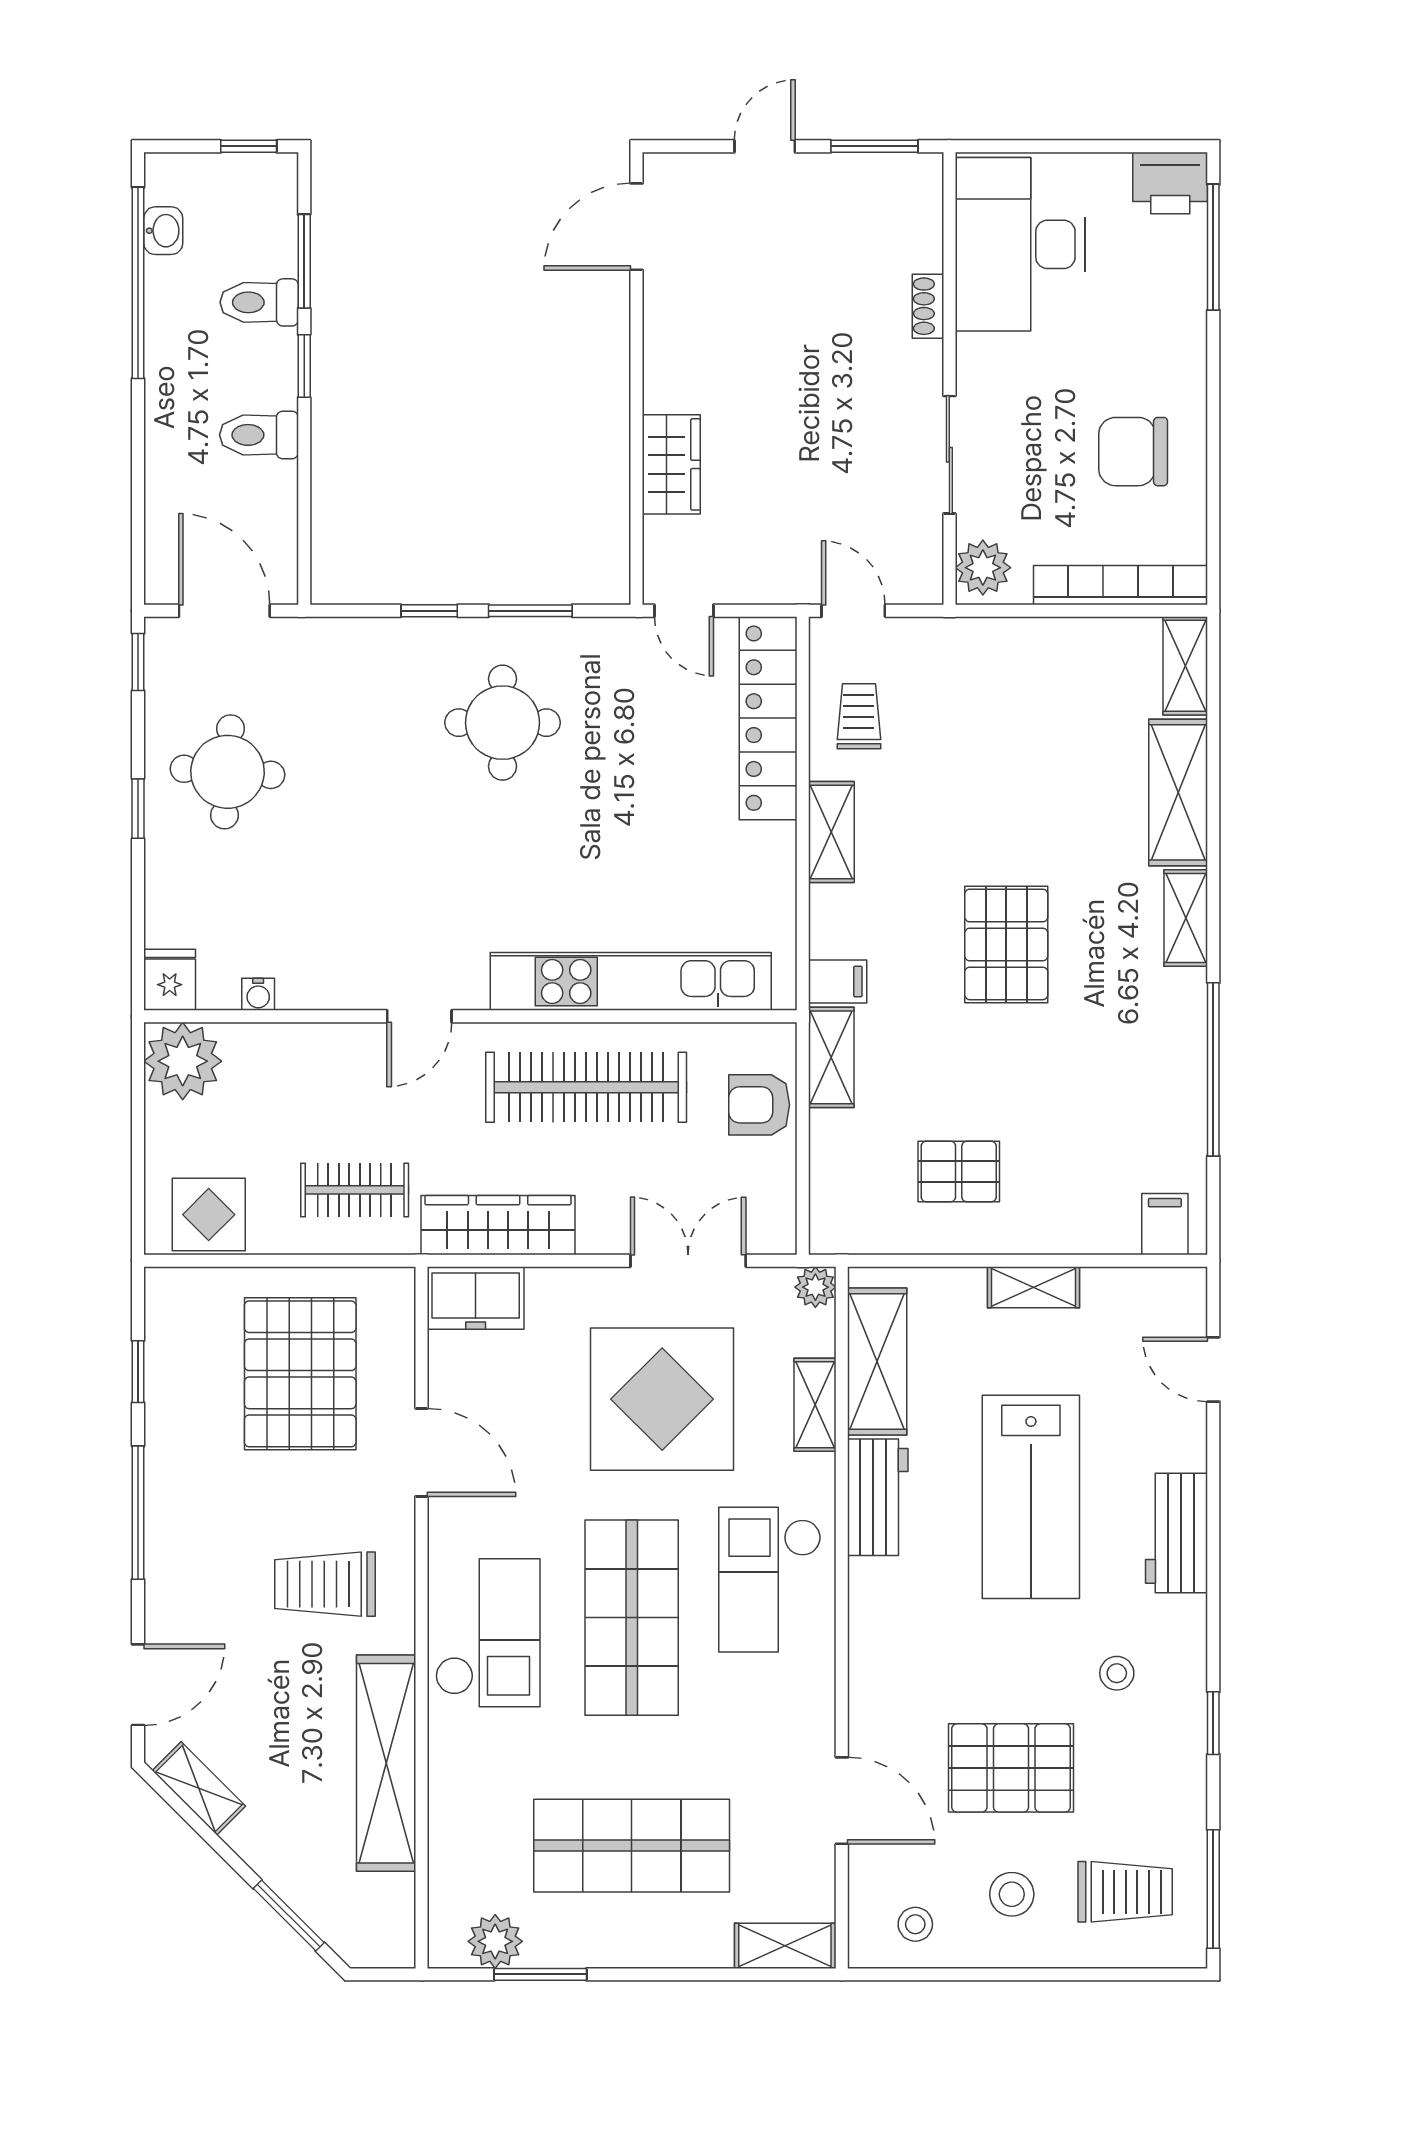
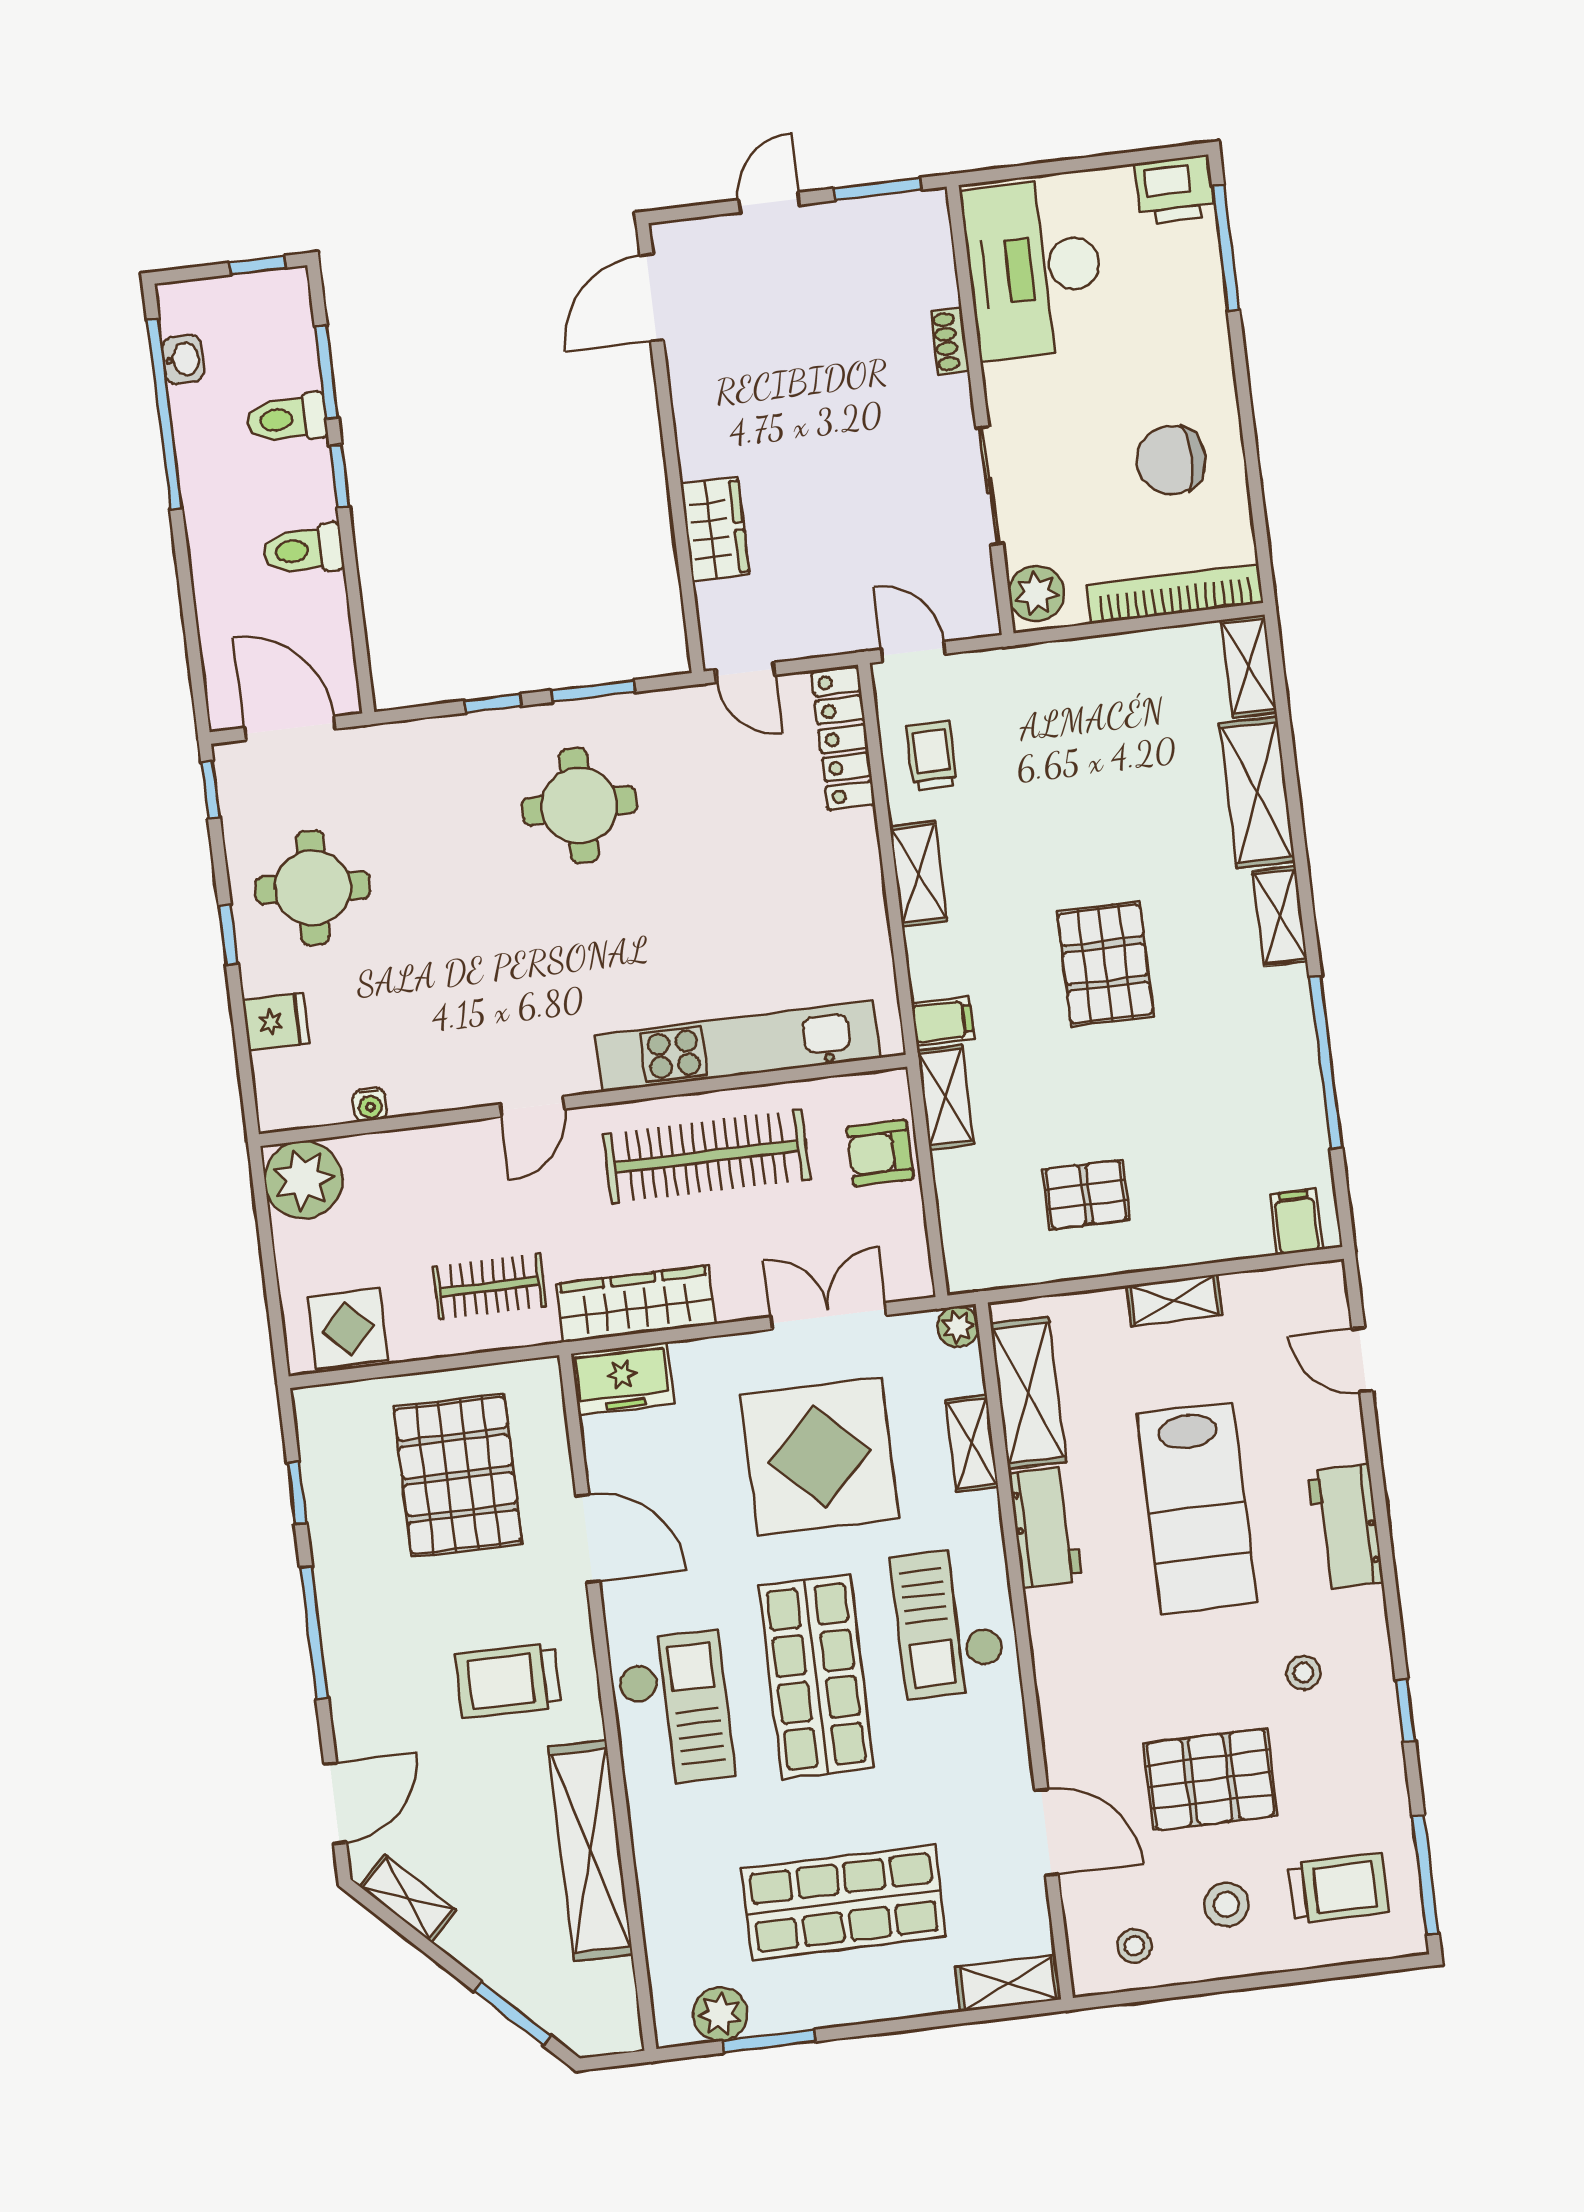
locker: (768, 718) -> (843, 739), width x0.71, depth x0.83
fridge: (170, 980) -> (276, 1022), moved, turned 90

